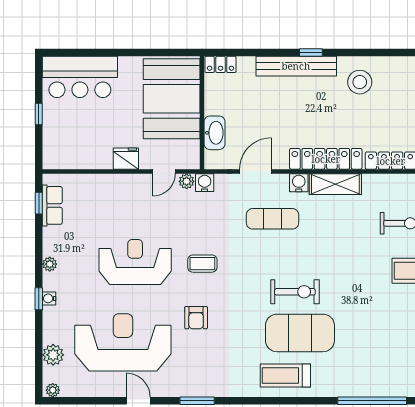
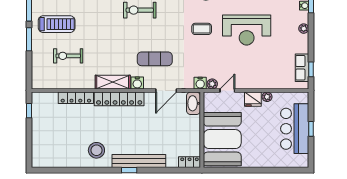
bar counter: (80, 77) -> (295, 129), moved, turned -90
washbasin: (215, 133) -> (194, 103), moved
plant: (105, 162) -> (267, 97), added

